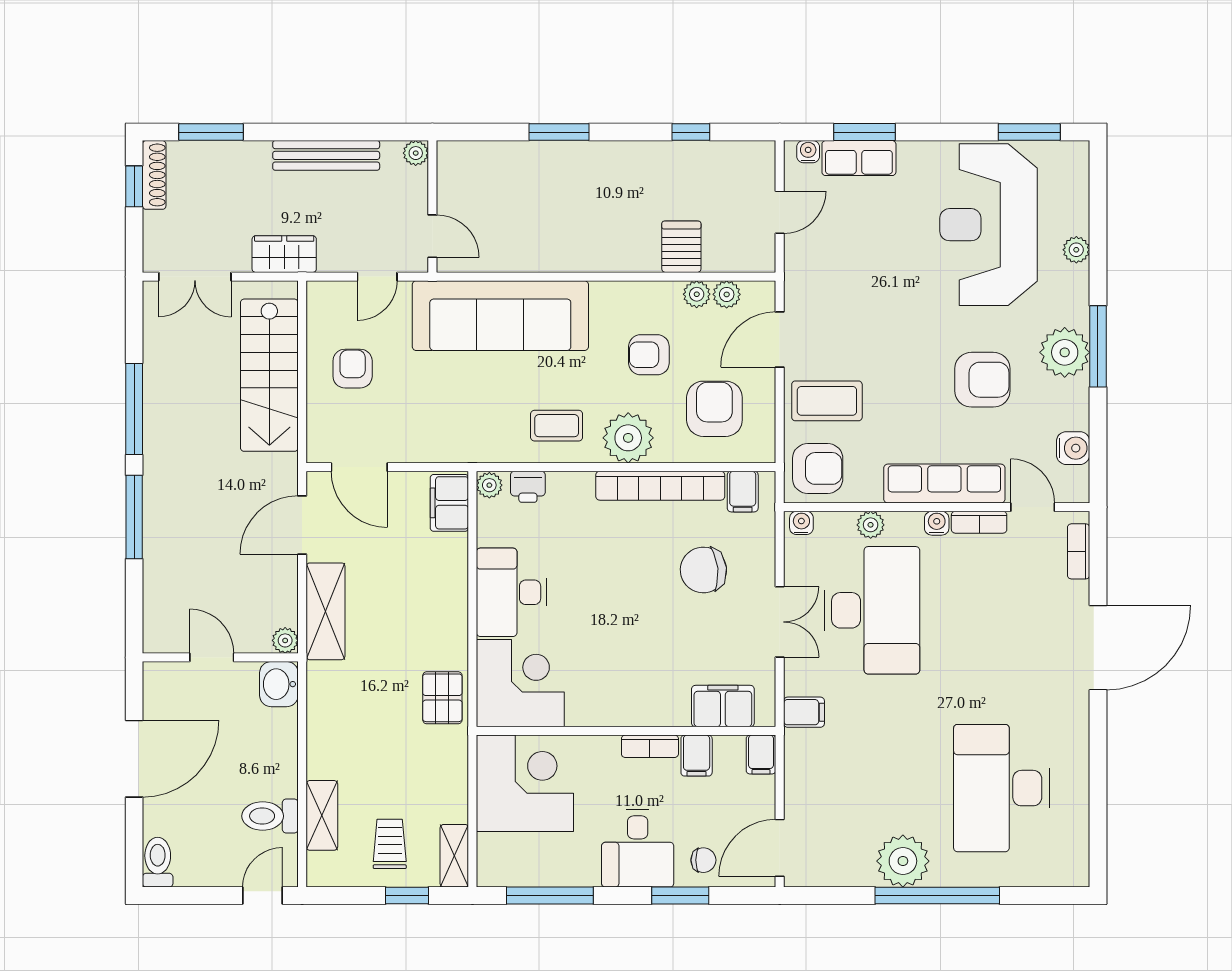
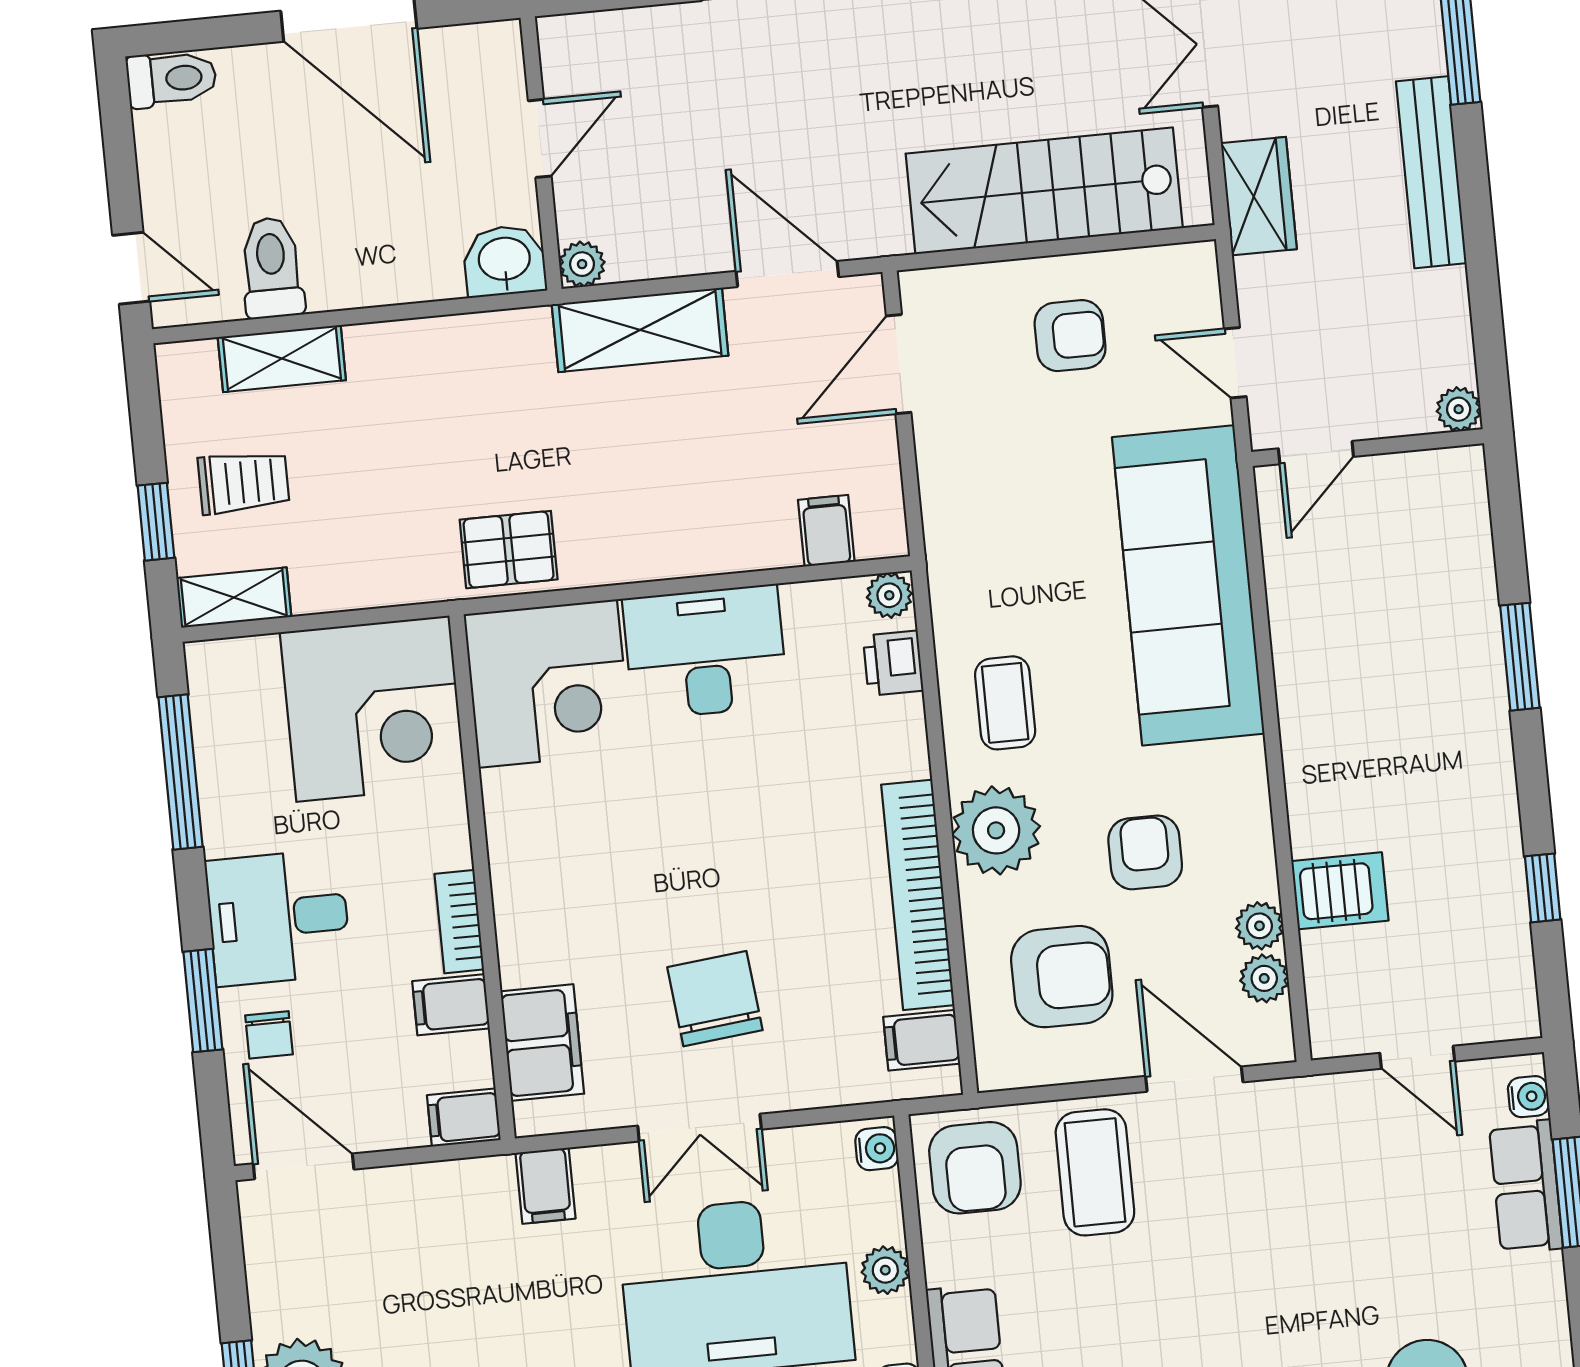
bench: (326, 155) -> (1431, 172), moved
filing cabinet: (449, 503) -> (826, 531), width x0.50
chair: (703, 570) -> (715, 999), moved

